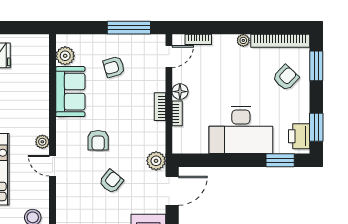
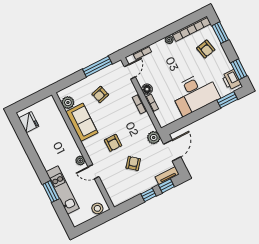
armchair: (286, 78) -> (206, 49), turned 123

